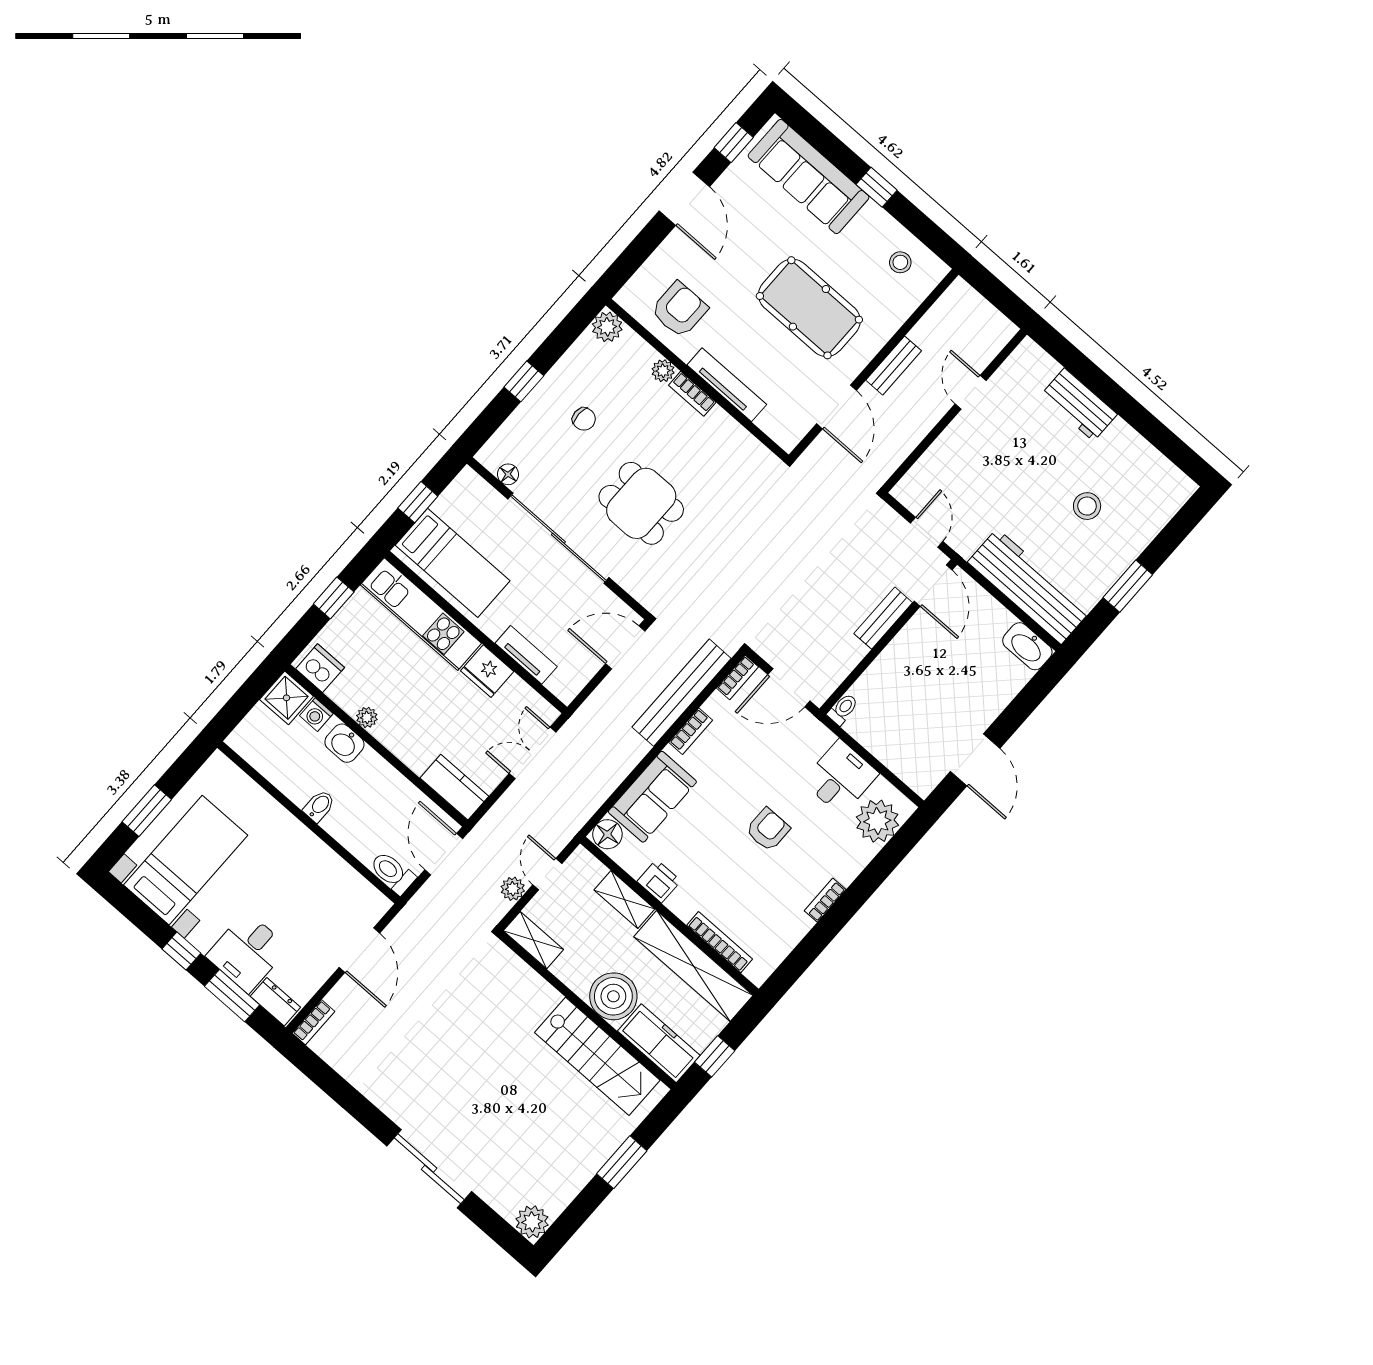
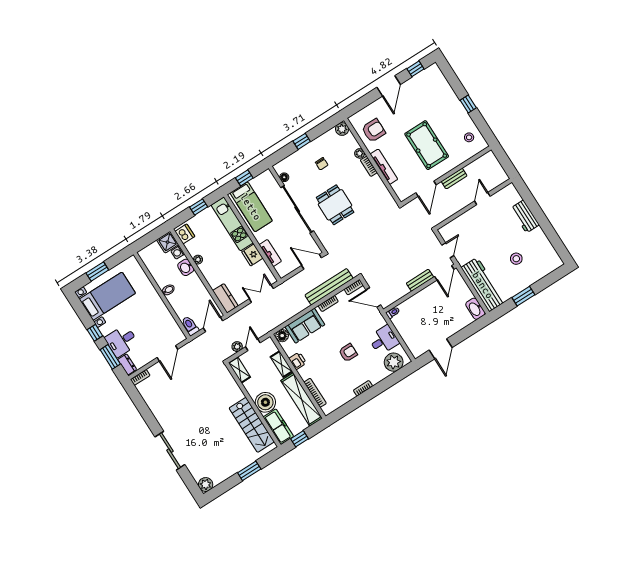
sofa: (809, 177) -> (442, 92), removed

